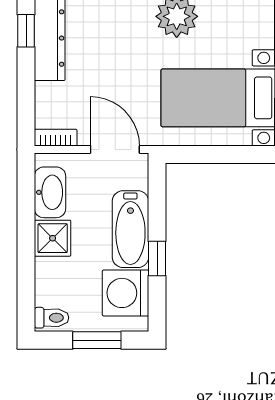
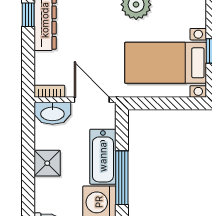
washbasin: (50, 192) -> (52, 113), moved, turned 90
window: (157, 259) -> (122, 178), width x2.17

